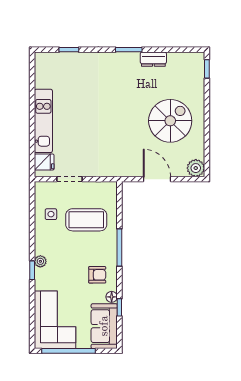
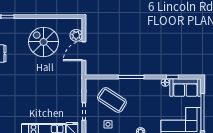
plant: (196, 168) -> (76, 35), moved
coffee table: (86, 220) -> (112, 100), turned -57
armchair: (97, 275) -> (150, 92), removed

